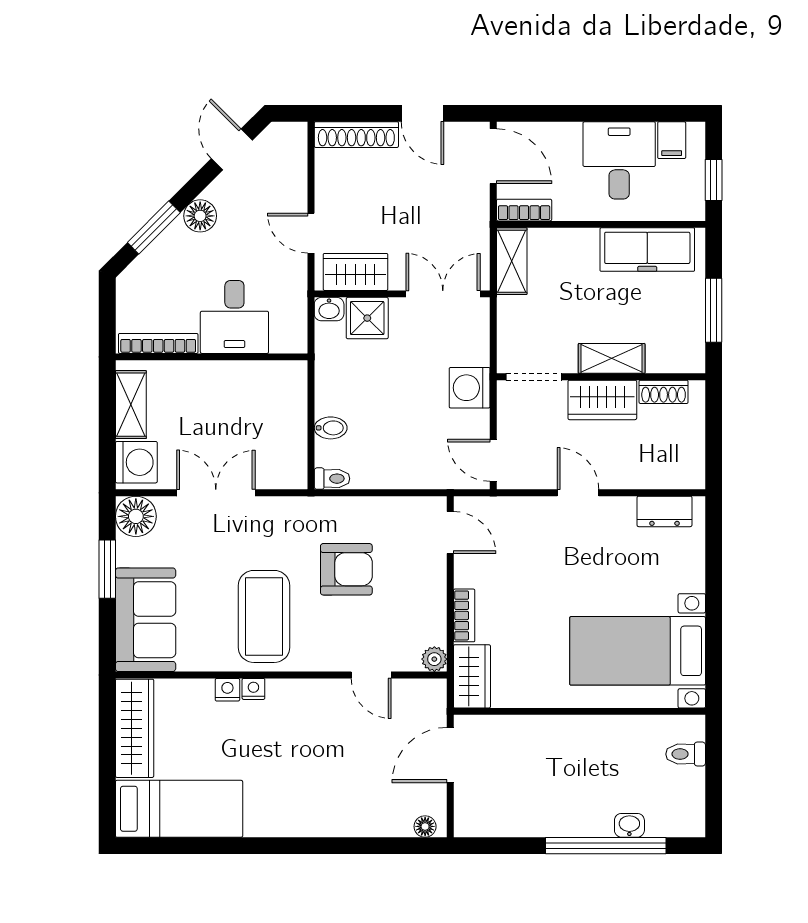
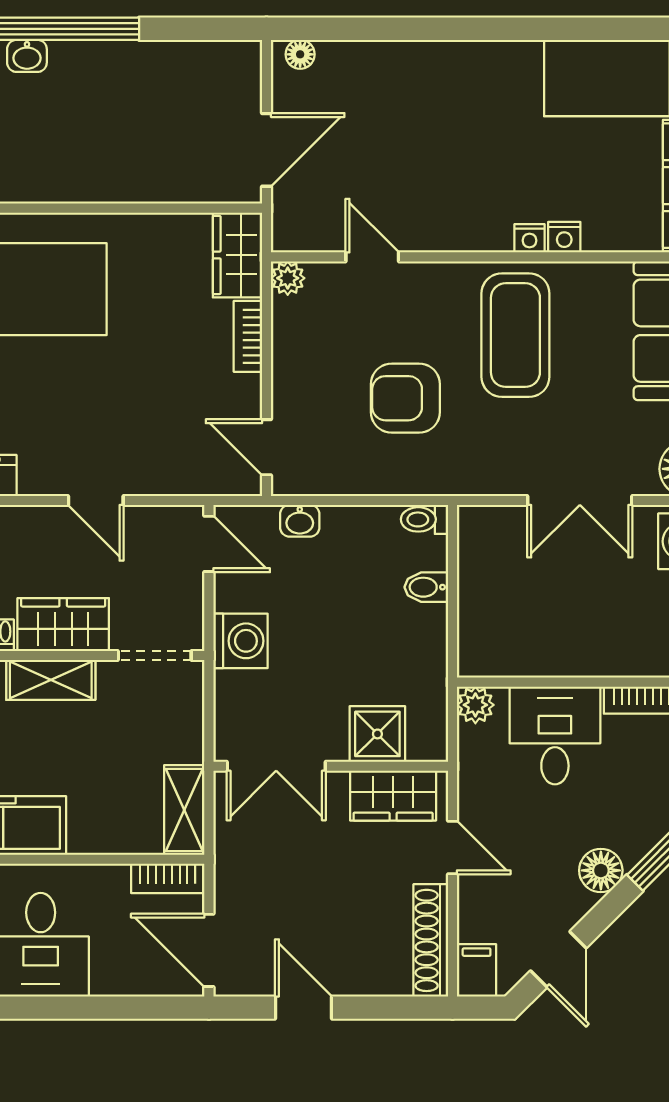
shoe rack: (356, 135) -> (431, 940), moved, turned -90
filing cabinet: (293, 141) -> (477, 970), added
washbasin: (329, 309) -> (300, 521), moved, turned 180
plant: (294, 340) -> (475, 705), added

